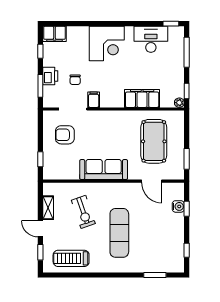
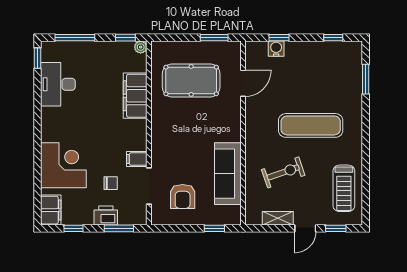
corner desk: (107, 43) -> (63, 165), moved
sofa: (104, 170) -> (228, 174), moved

